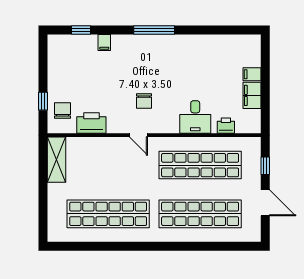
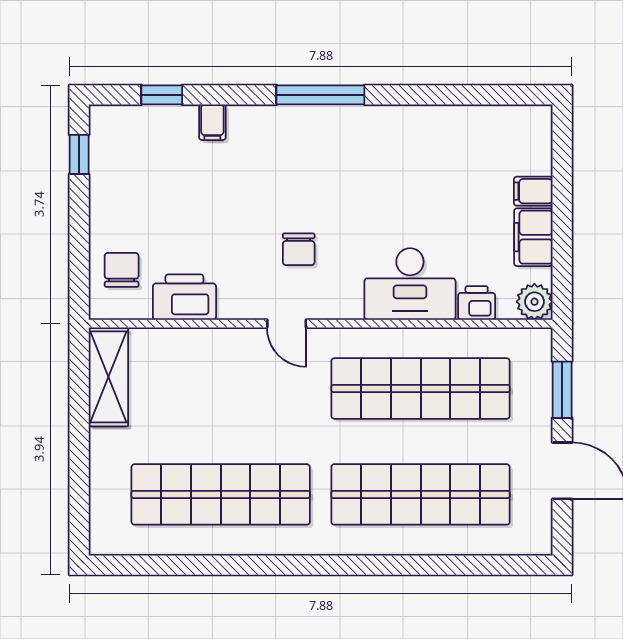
window: (43, 101) -> (79, 154), moved
desk: (195, 117) -> (410, 284), width x1.37
plant: (253, 125) -> (534, 302), added
window: (265, 166) -> (562, 390), width x1.50

